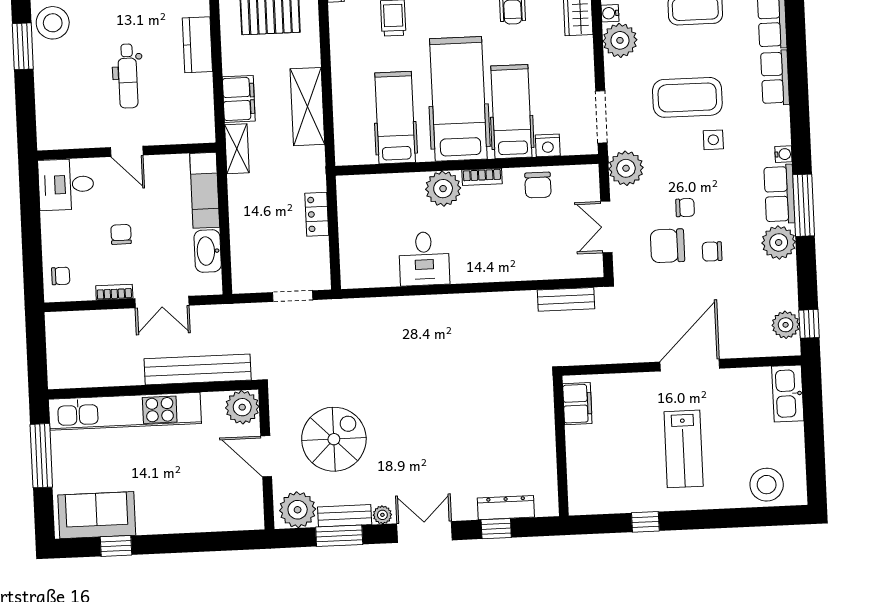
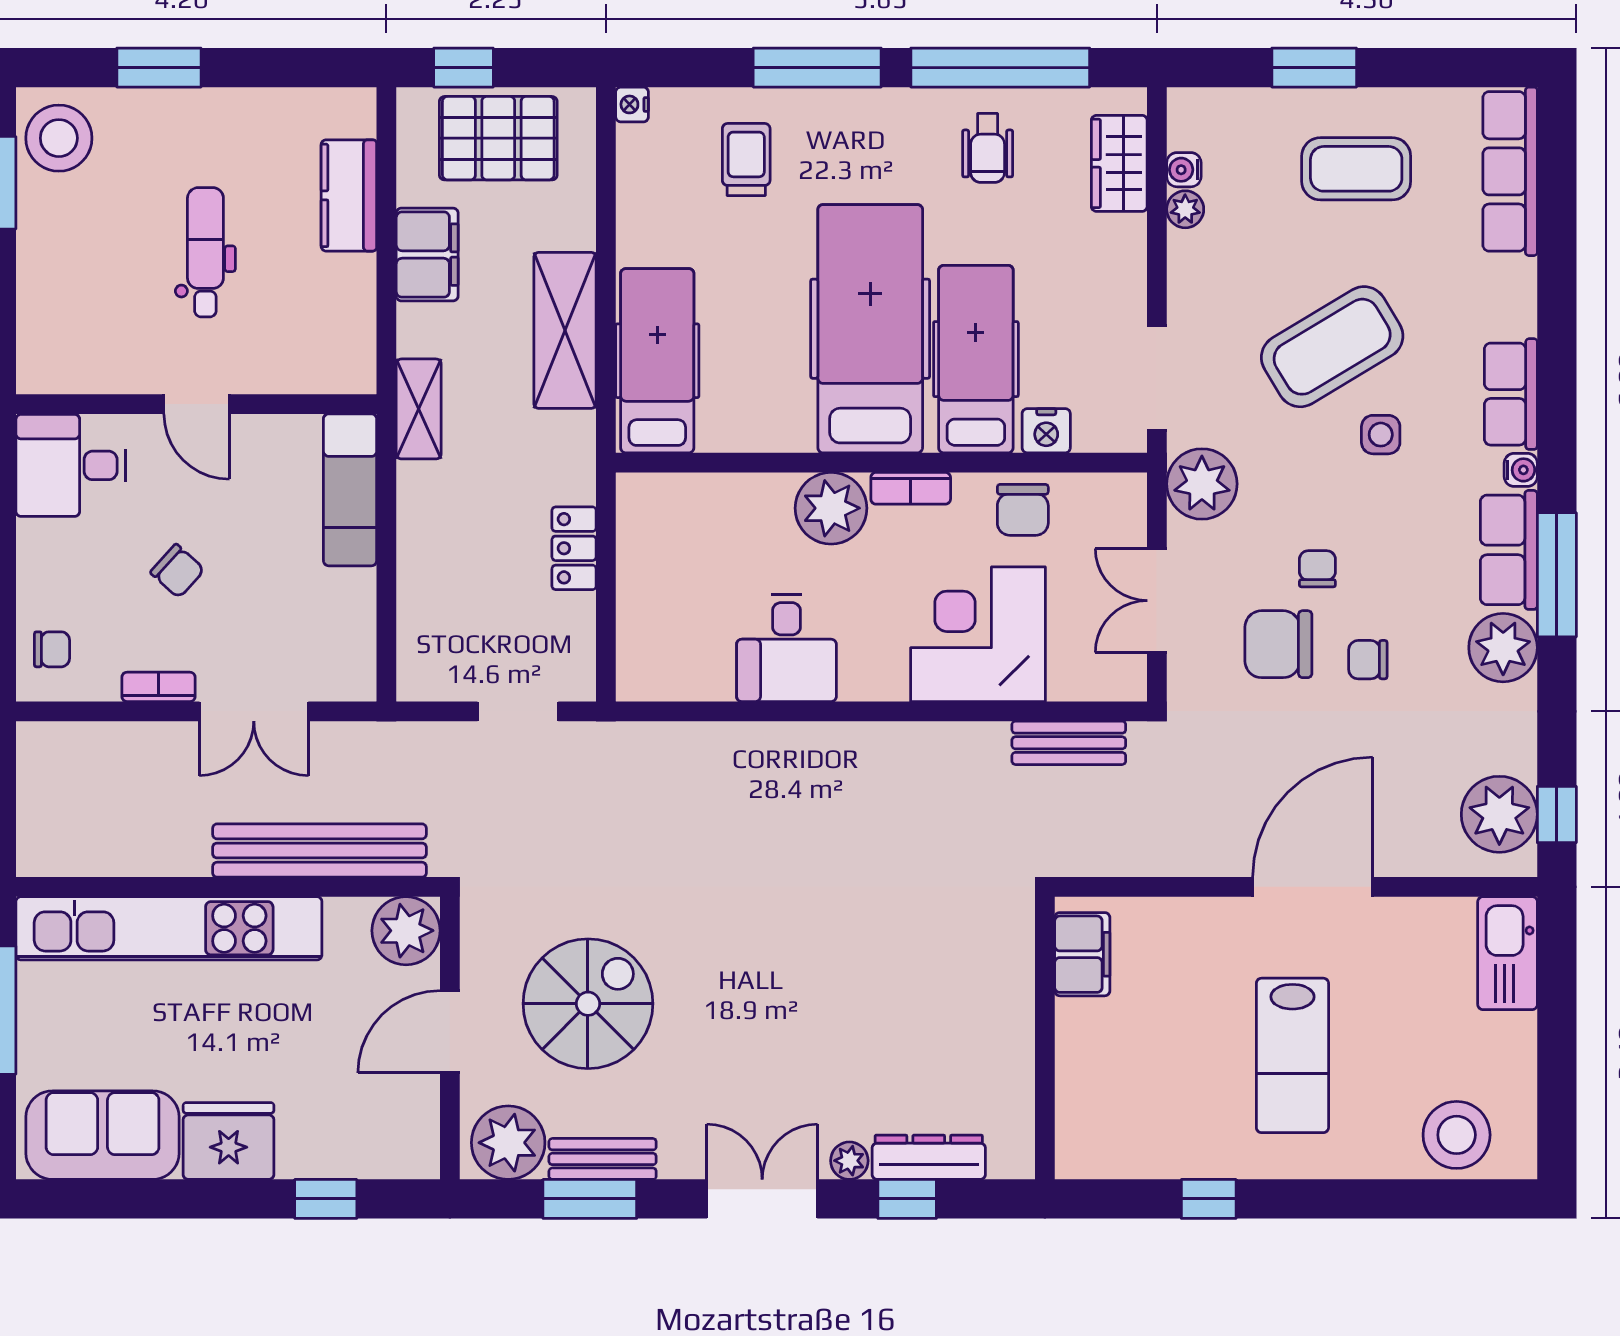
plant: (620, 40) -> (1185, 209), width x0.53, depth x0.53
dental chair: (128, 76) -> (205, 252), turned 180
row of seats: (775, 78) -> (1511, 394), moved
coffee table: (687, 97) -> (1332, 347), turned -31
filing cabinet: (239, 99) -> (427, 255), moved
hospital bed: (395, 118) -> (657, 361), moved
chair: (685, 208) -> (1317, 569), turned -90
chair: (121, 234) -> (177, 571), turned 132
corner desk: (519, 248) -> (978, 634), added
washbasin: (208, 251) -> (351, 613), removed
plant: (786, 325) -> (1499, 814), width x1.36, depth x1.36
door: (266, 456) -> (450, 1032), hinge flipped
fridge: (159, 515) -> (229, 1141), added
plant: (382, 515) -> (849, 1161), moved
window: (116, 546) -> (326, 1199), moved

